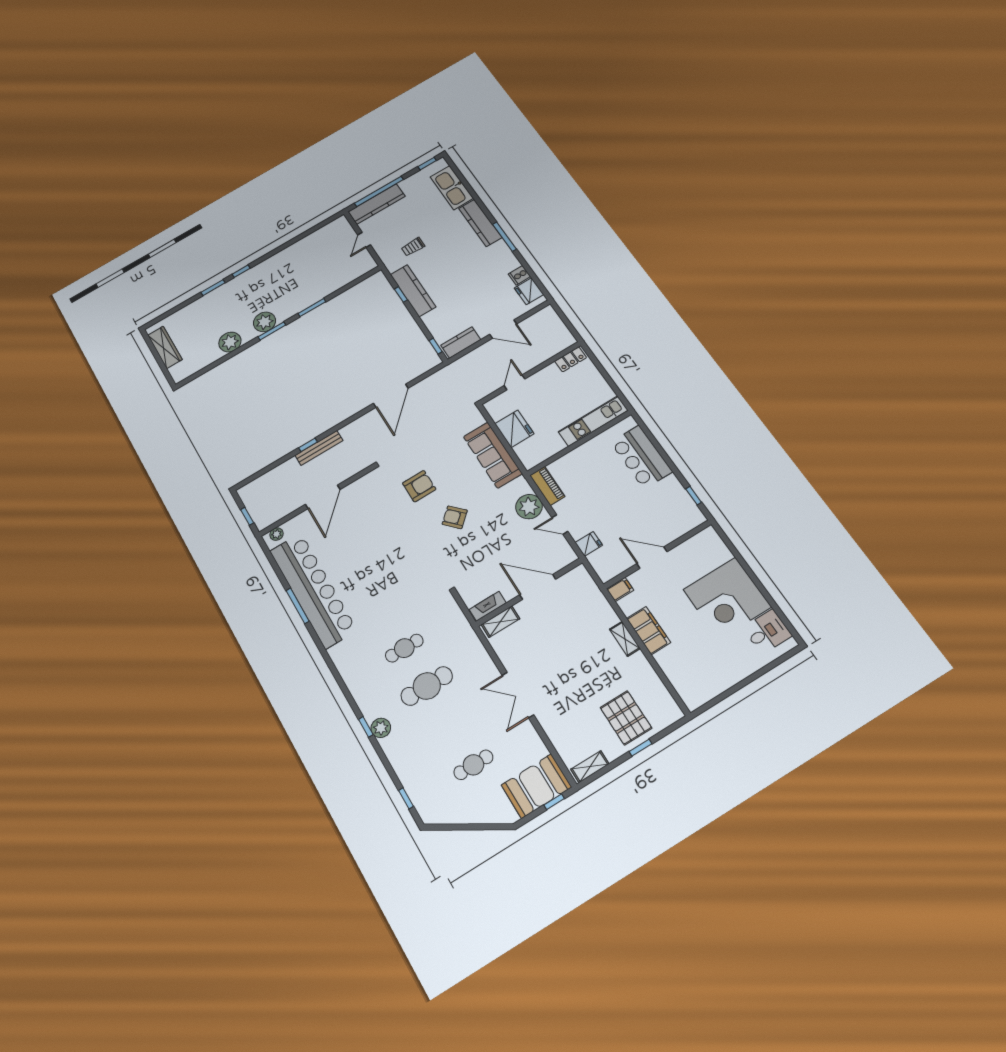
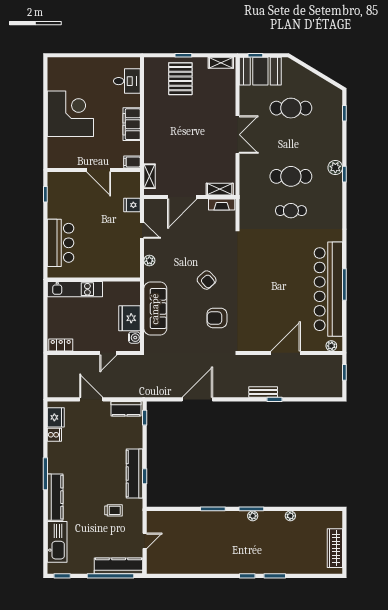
plant: (265, 322) -> (253, 516), width x0.53, depth x0.53
plant: (230, 342) -> (290, 516), width x0.53, depth x0.53
water cooler: (497, 413) -> (134, 338), added
bench: (319, 448) -> (263, 392), width x0.73
piano: (547, 486) -> (133, 262), removed
plant: (529, 507) -> (149, 260), width x0.53, depth x0.53
door: (538, 587) -> (182, 197), hinge flipped
desk: (767, 632) -> (127, 81), moved, turned 180
shelving: (625, 639) -> (150, 176), moved
cafe table: (473, 765) -> (291, 108), width x1.37, depth x1.35

